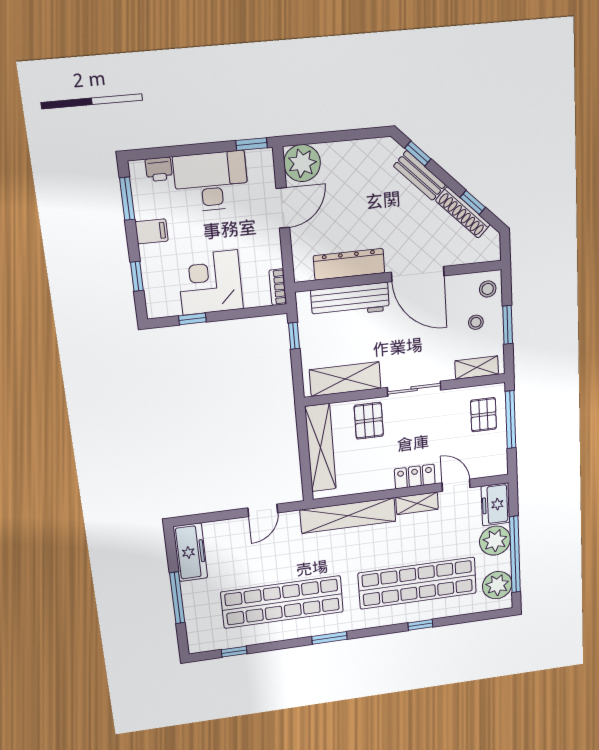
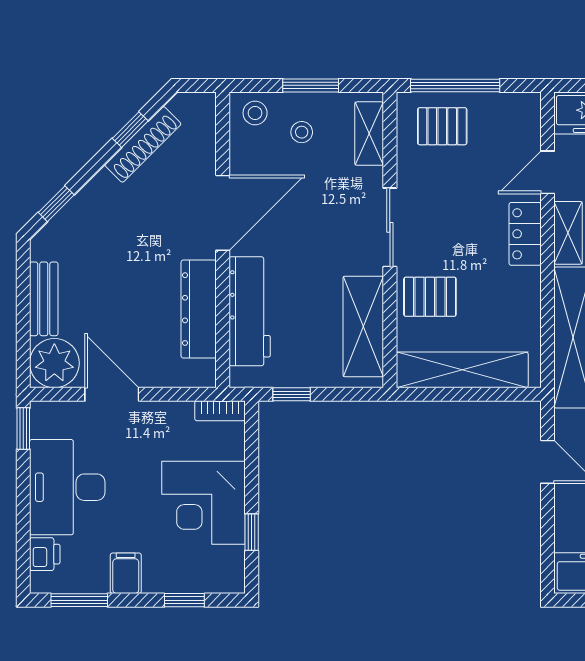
bench: (420, 176) -> (44, 299), moved, turned -45

